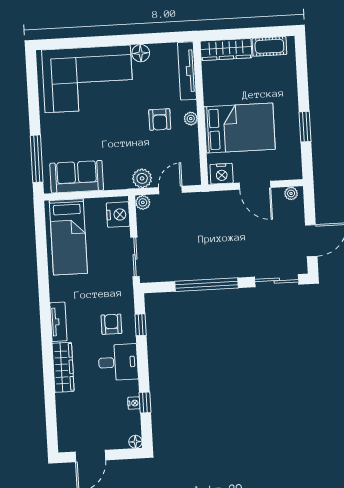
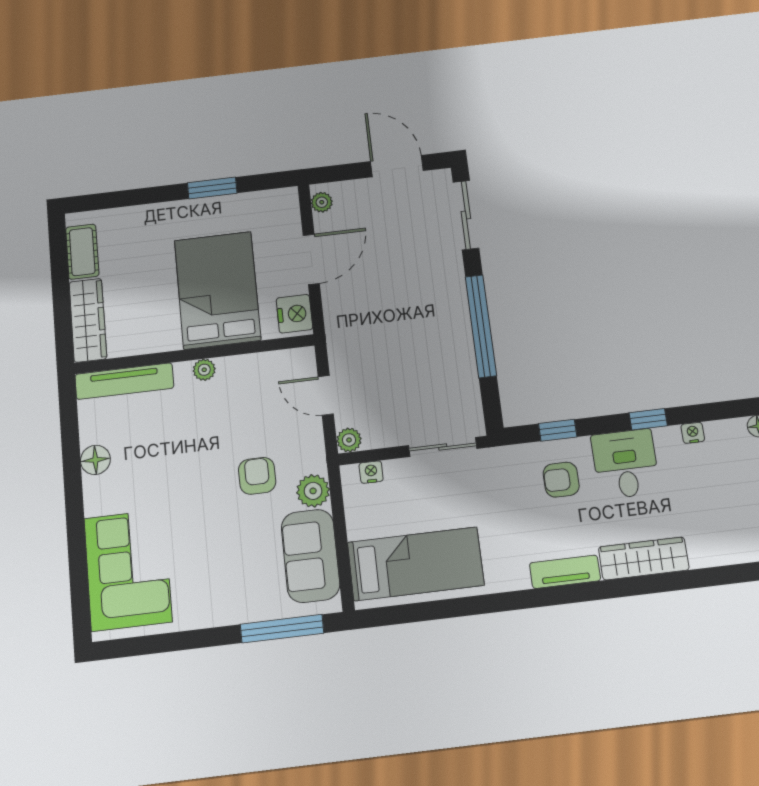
corner sofa: (88, 79) -> (128, 570), width x0.73, depth x0.74
armchair: (160, 119) -> (257, 476), moved, turned -90
plant: (142, 178) -> (313, 491), moved
nightstand: (118, 215) -> (371, 472), width x0.53, depth x0.56
window: (145, 403) -> (648, 419), moved

